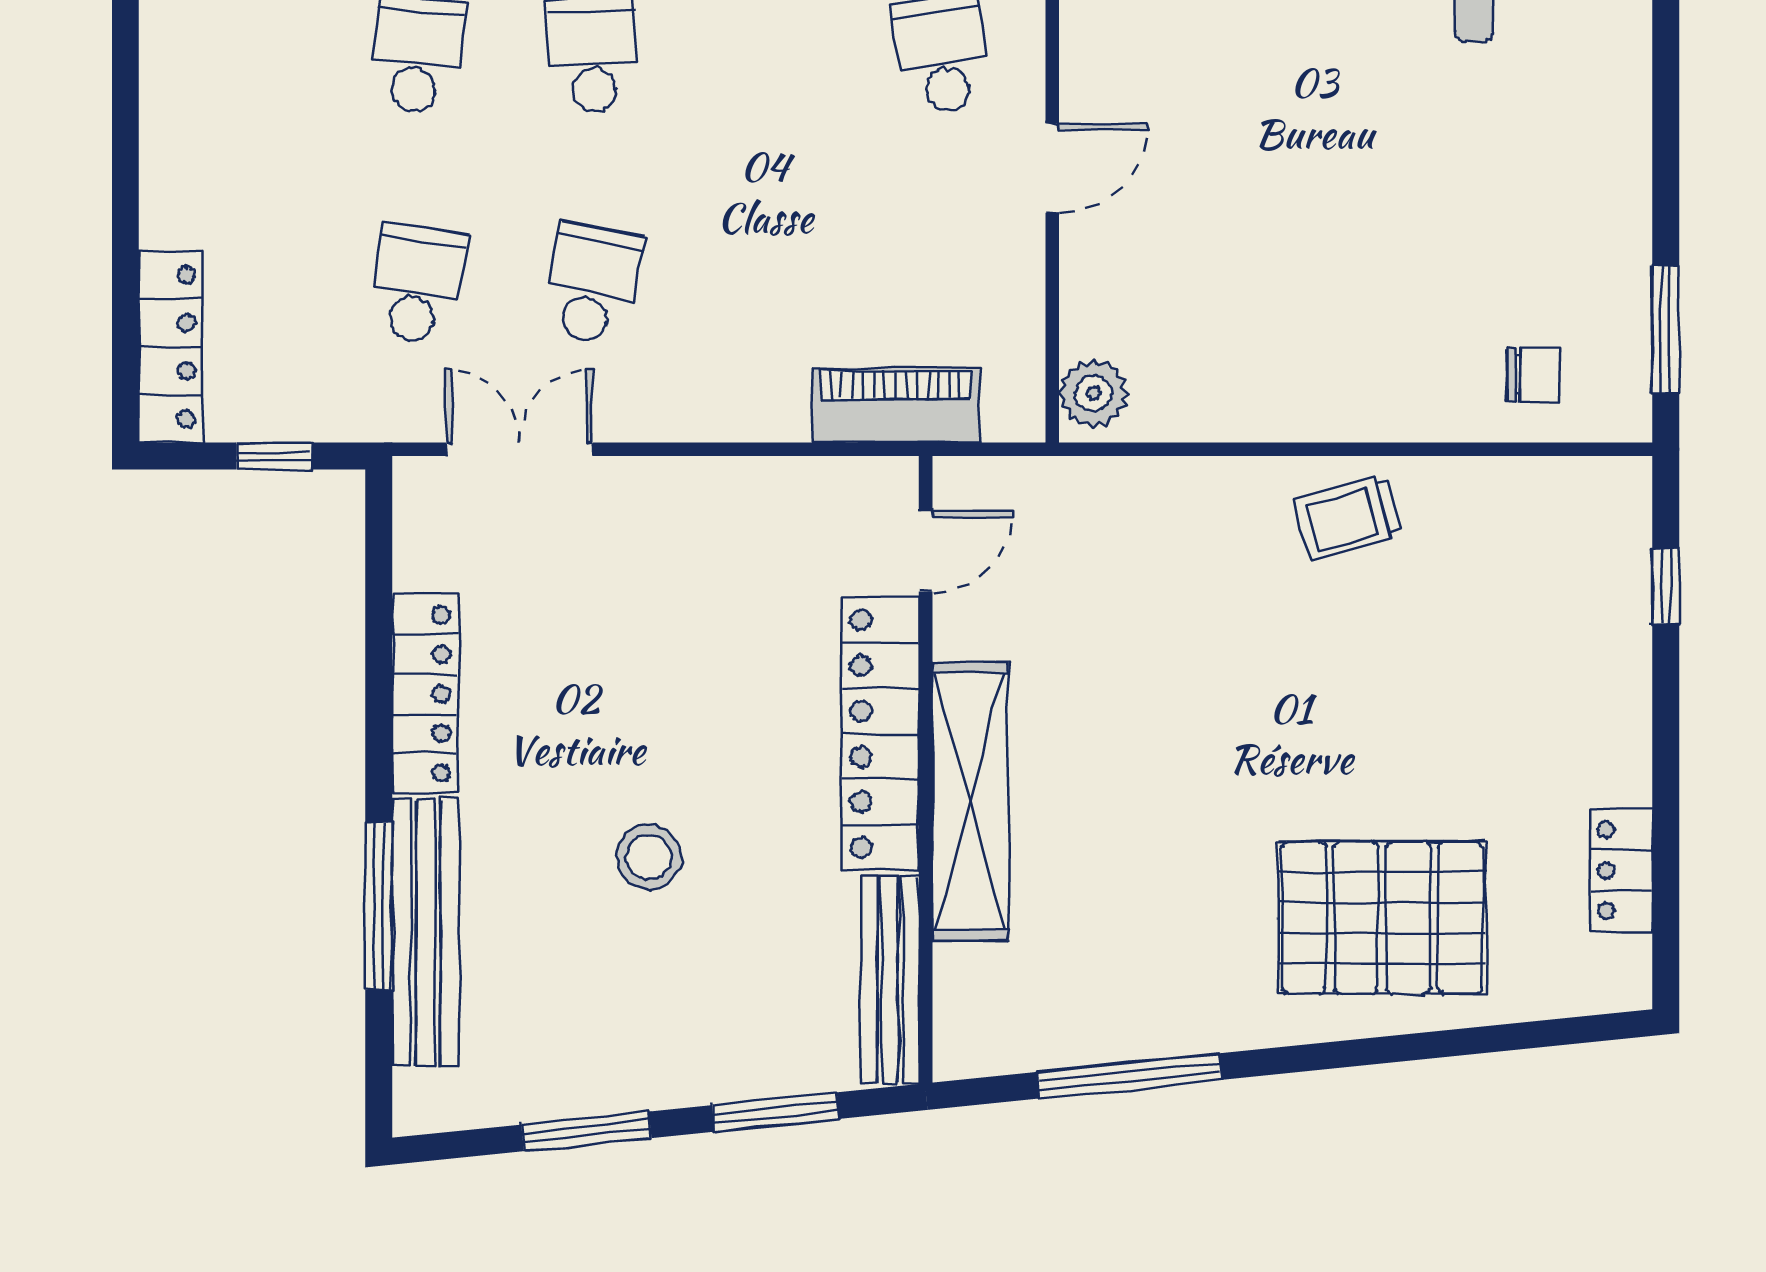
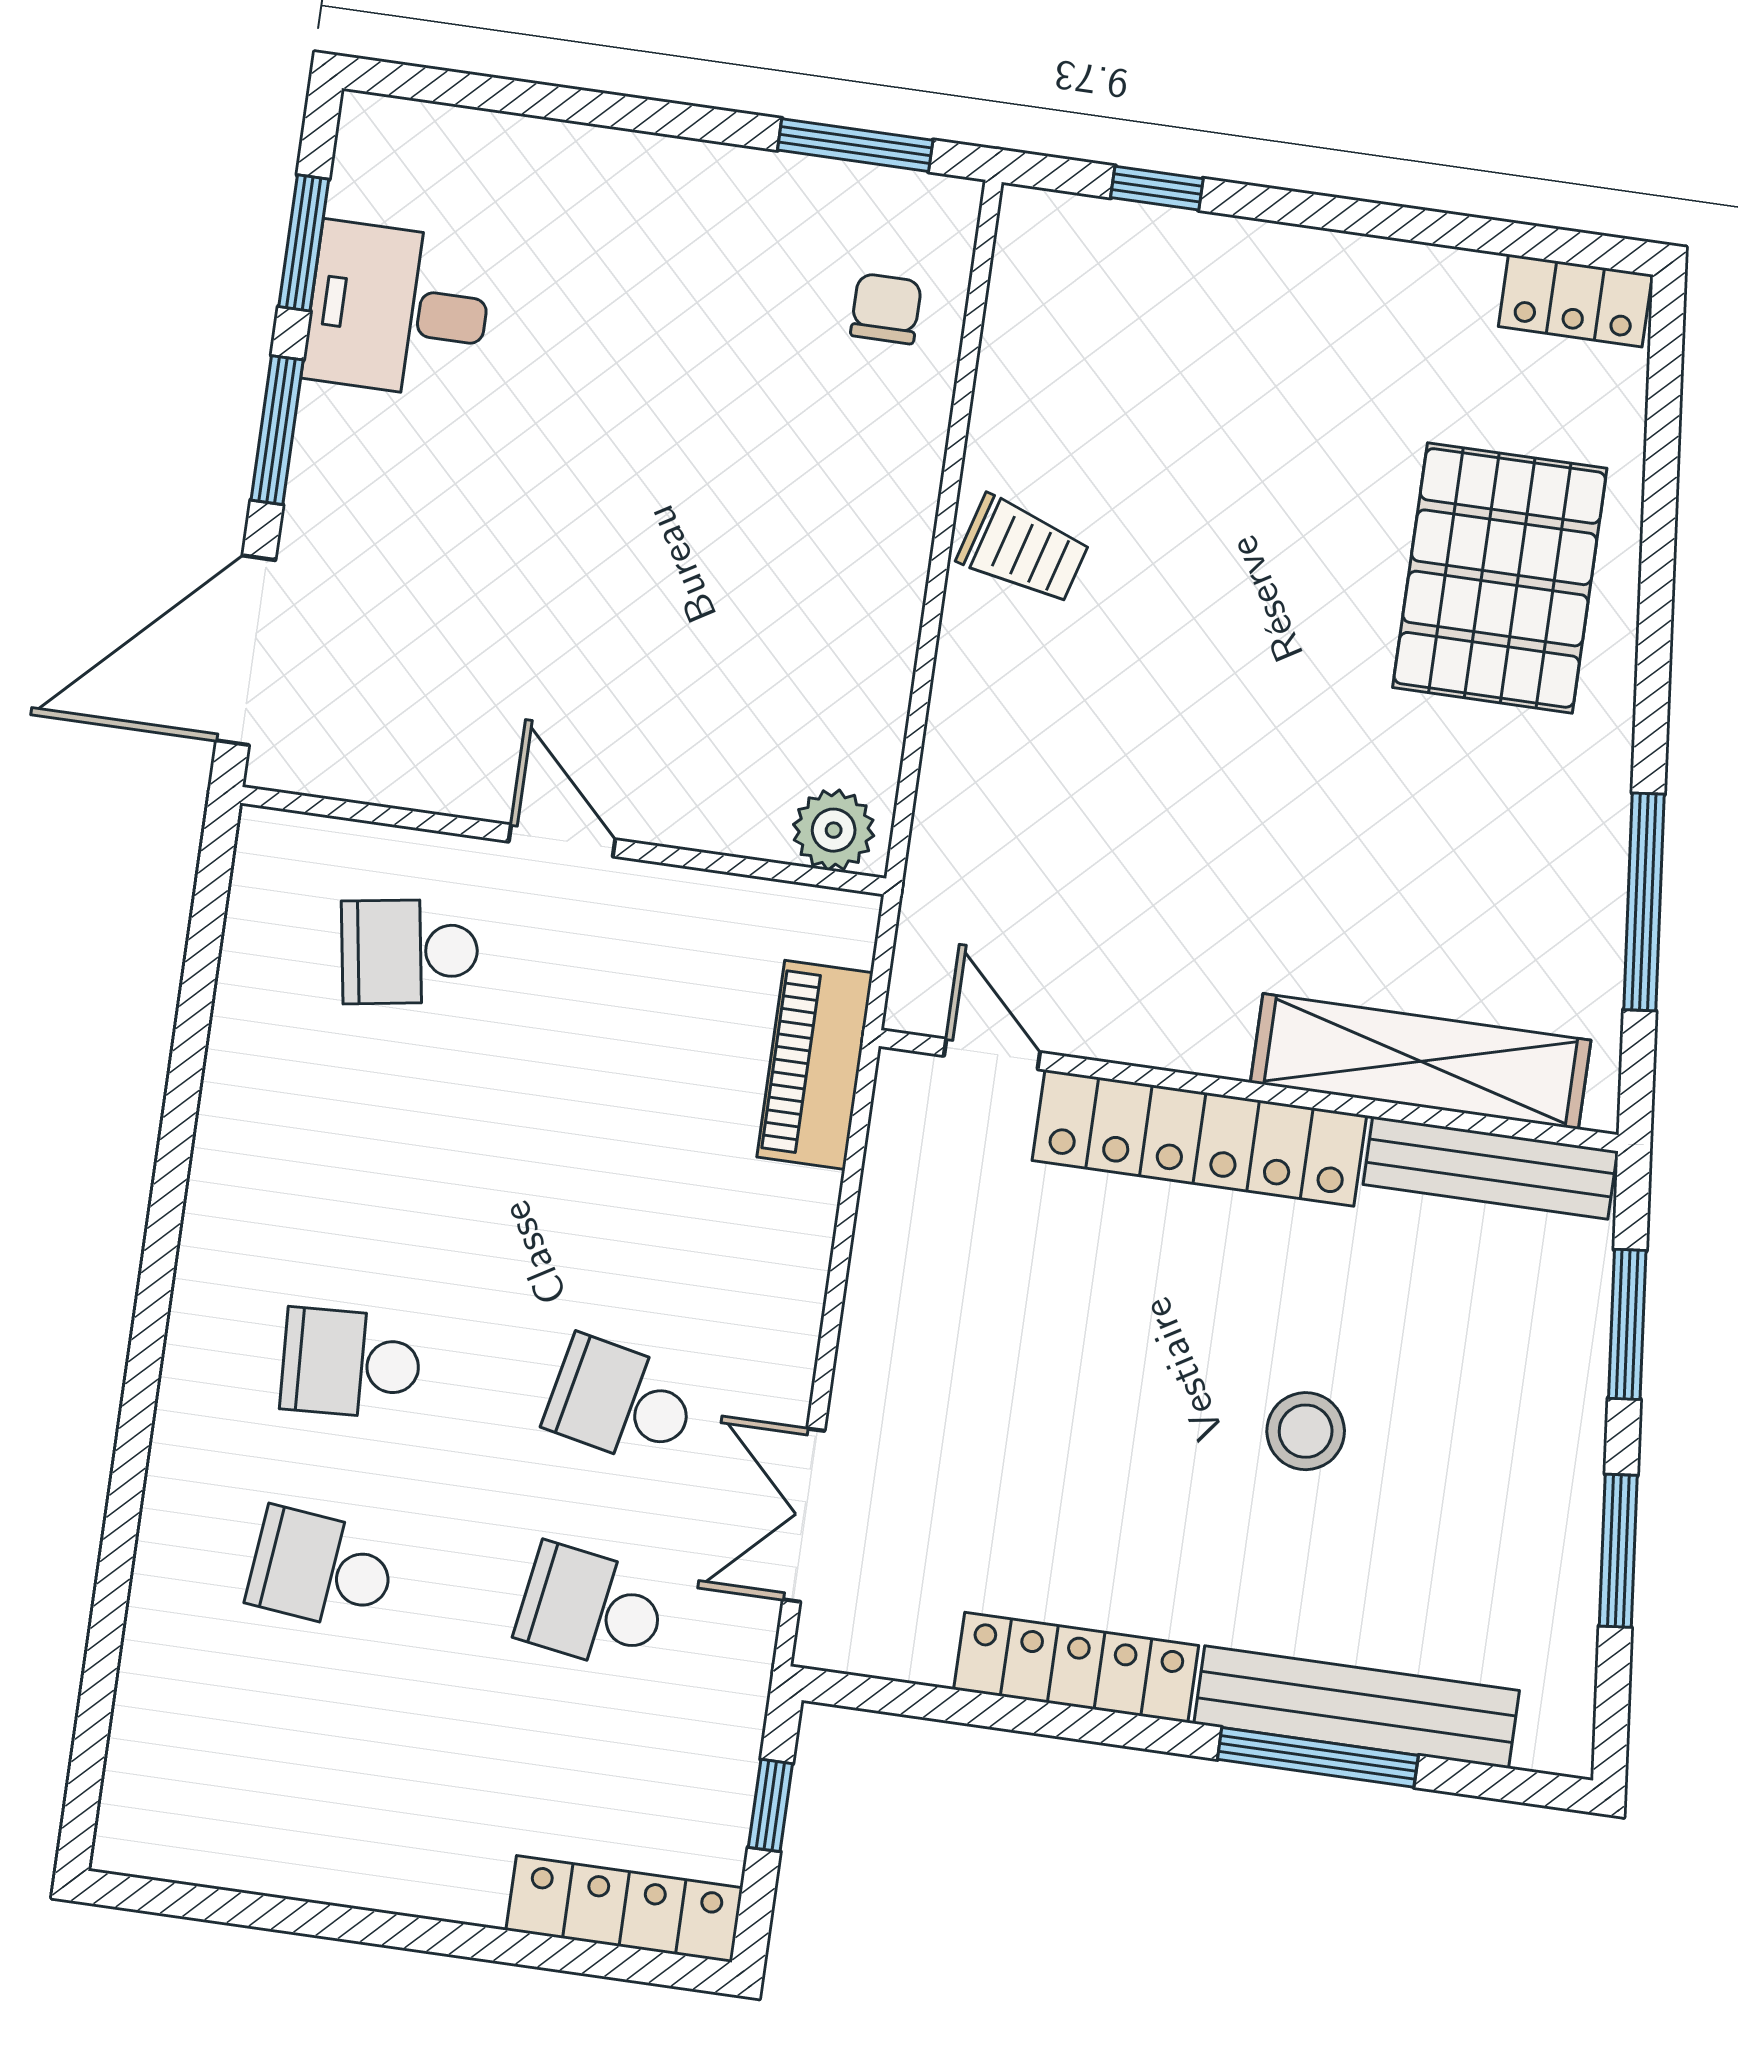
trolley: (1349, 518) -> (1023, 550), turned -59
shelving: (970, 801) -> (1421, 1061), moved
locker: (1622, 870) -> (1575, 301), moved

